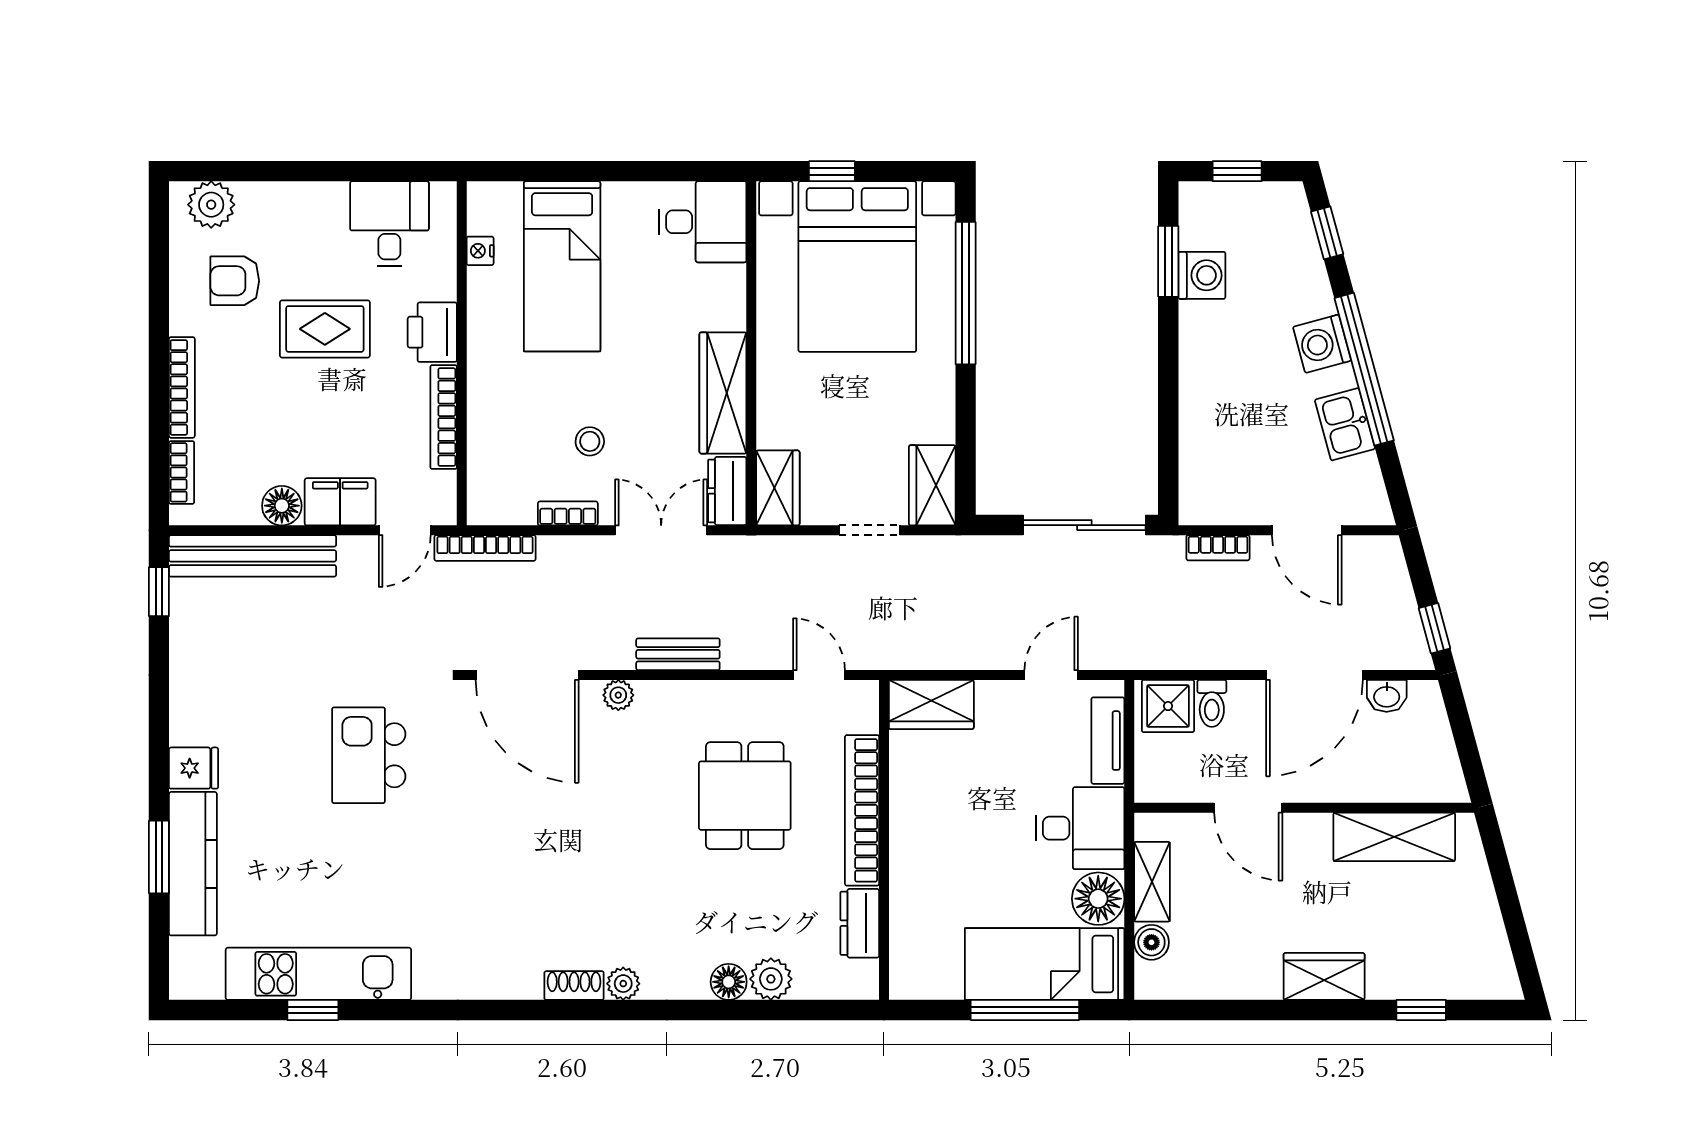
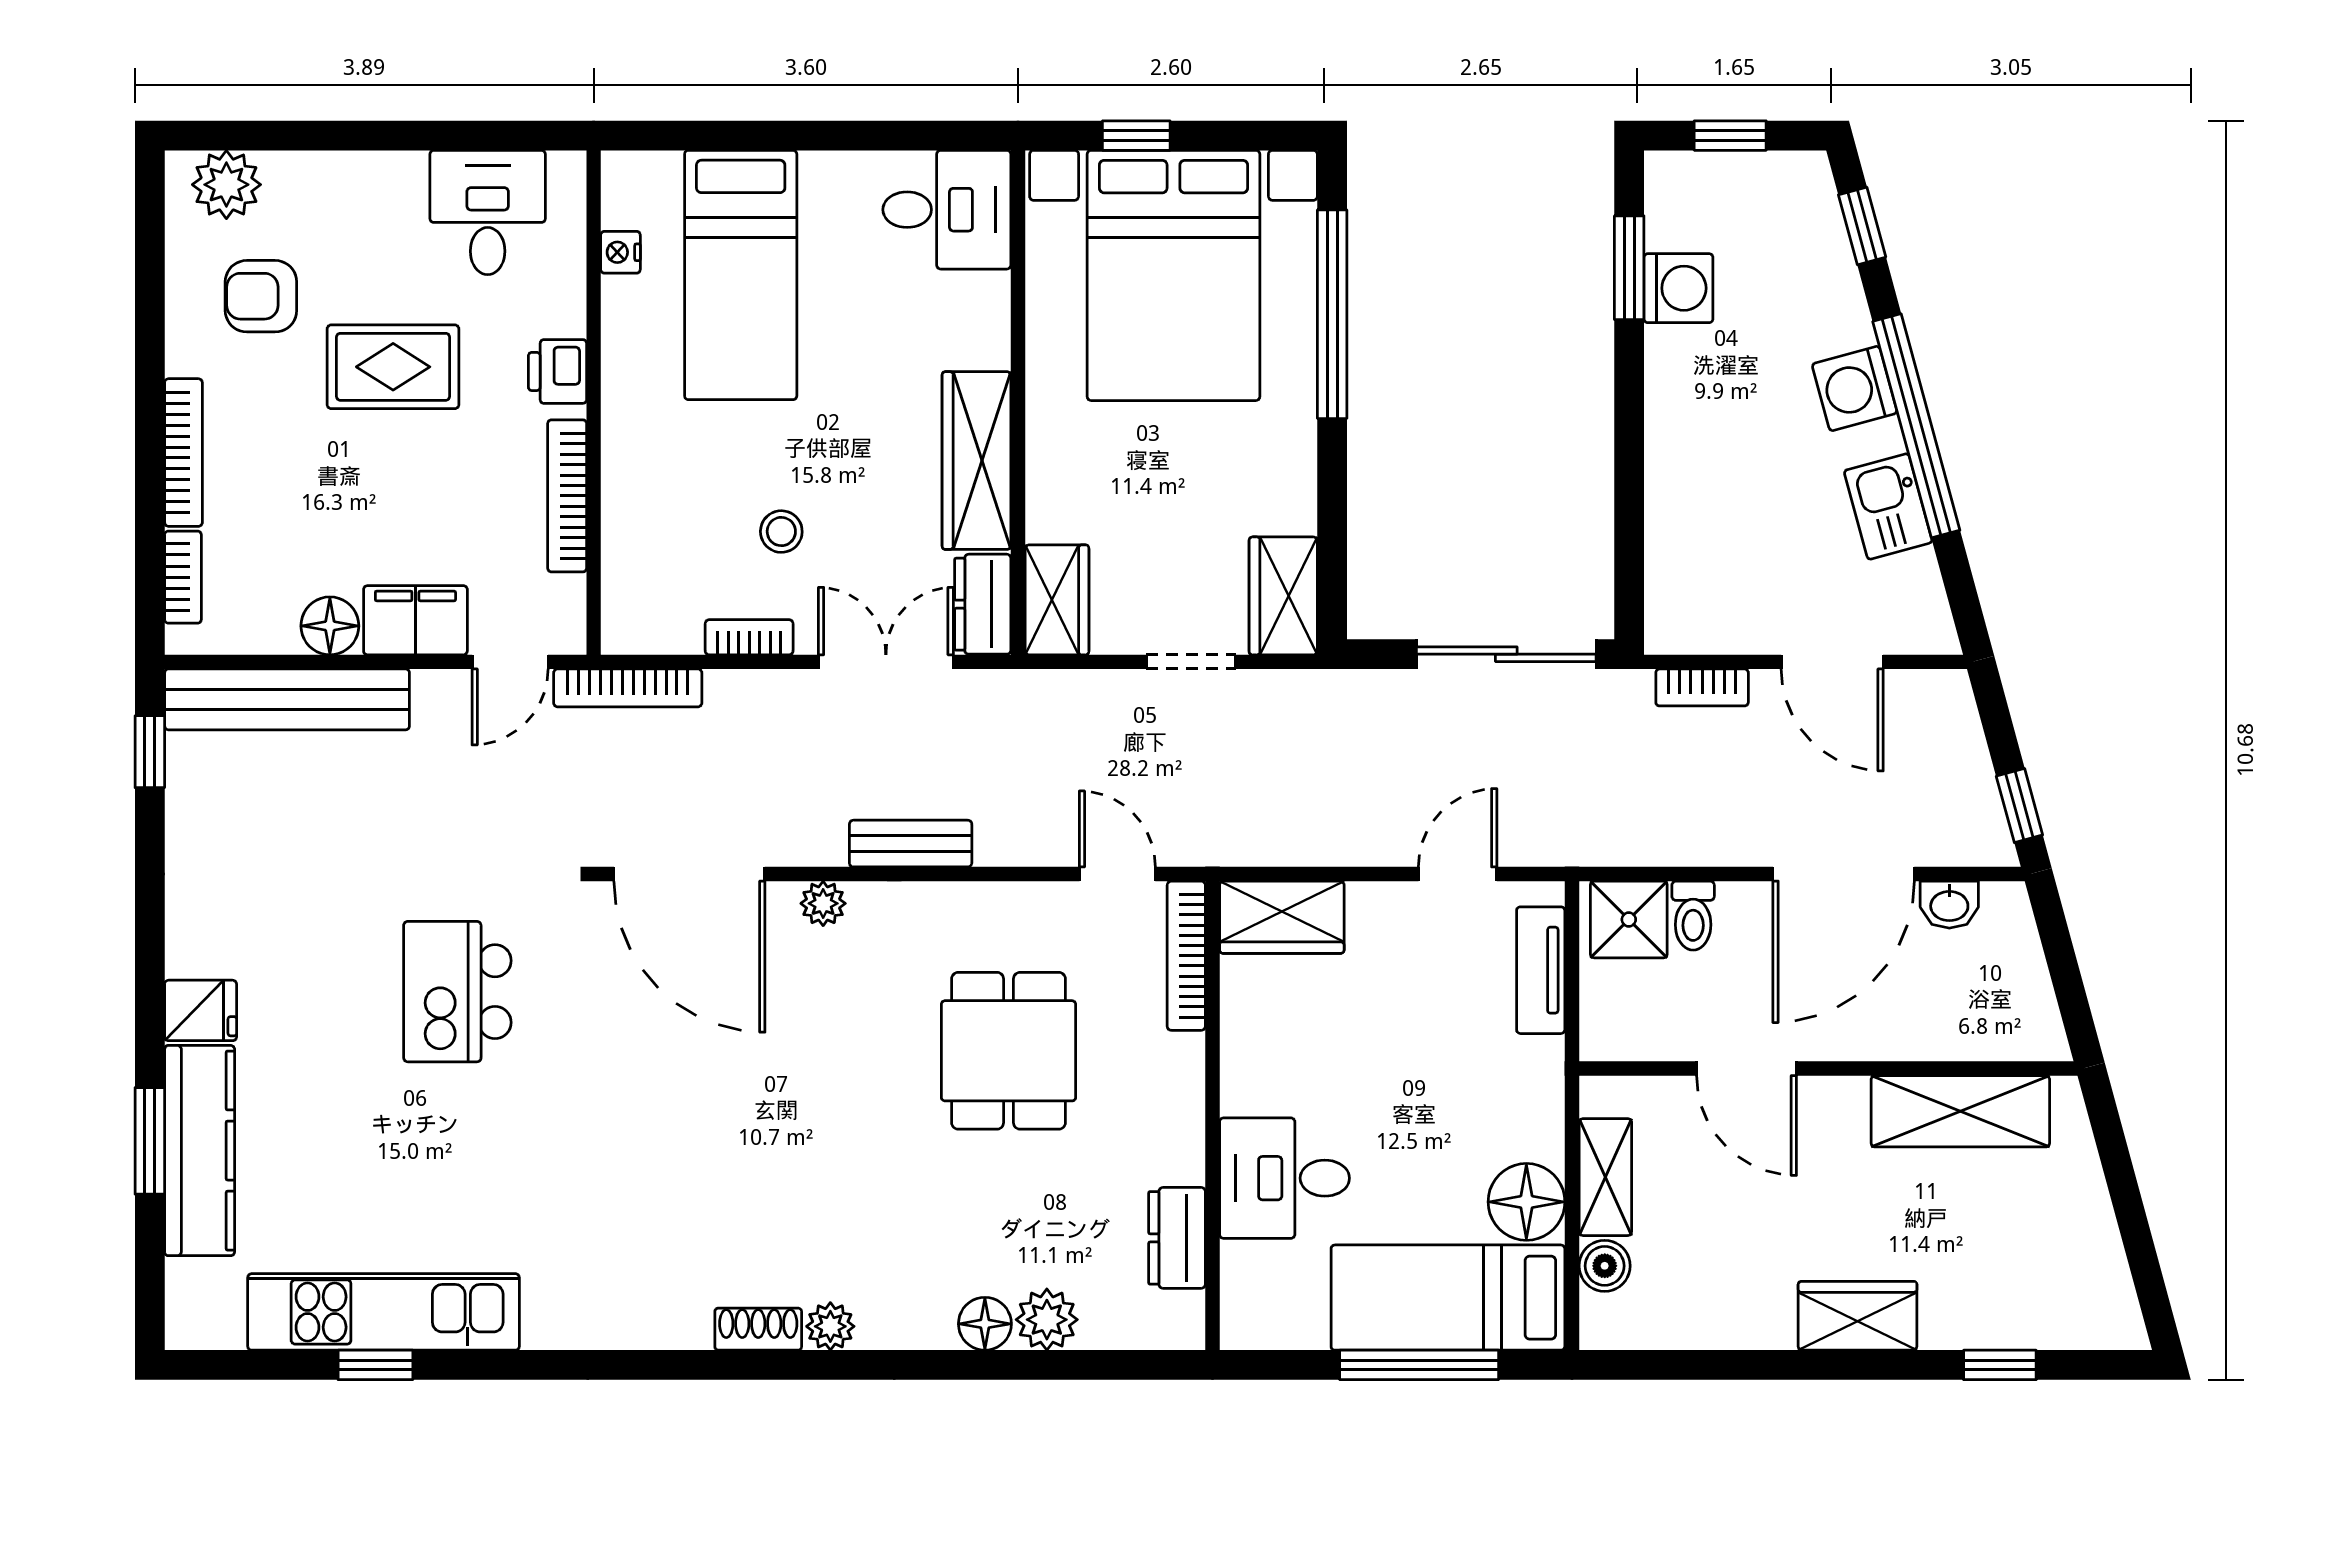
printer: (432, 332) -> (557, 371), width x0.73, depth x0.81
bookcase: (862, 810) -> (1186, 956), moved, width x0.68, depth x0.76
desk: (1080, 828) -> (1285, 1178), moved, turned 180

